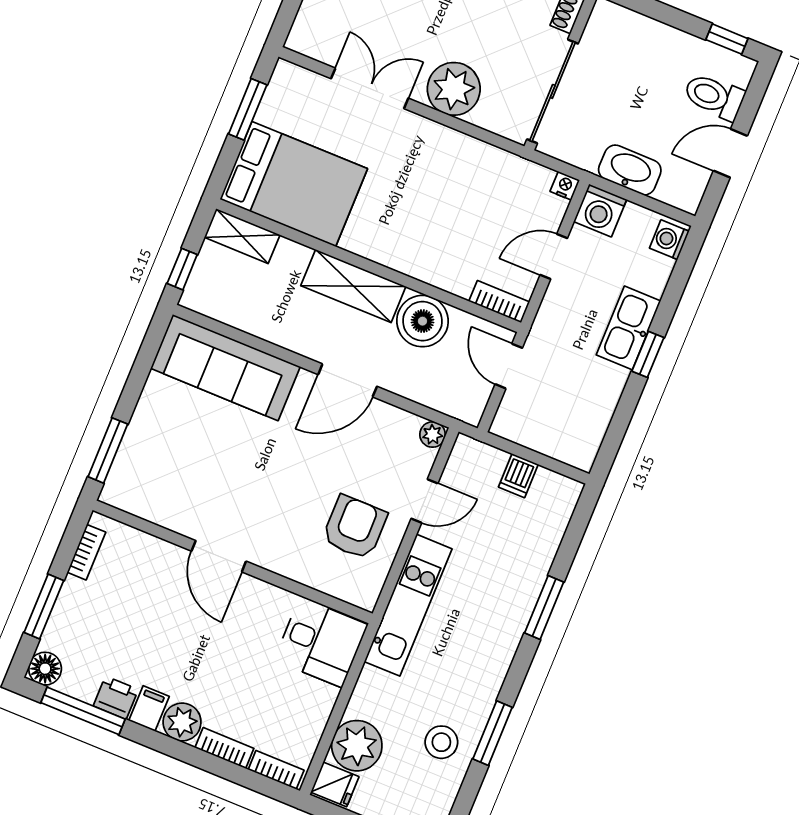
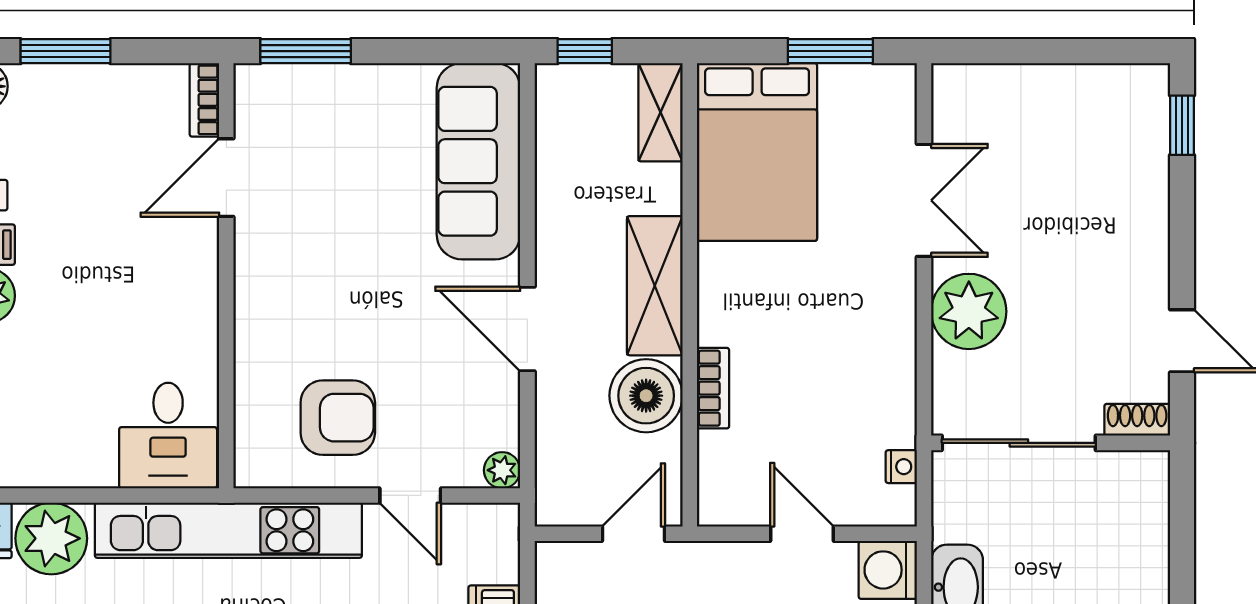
nightstand: (565, 186) -> (901, 467), moved
bookcase: (499, 302) -> (713, 388), moved
bookcase: (86, 552) -> (204, 100), moved, turned 90
door: (219, 556) -> (226, 178), moved
kitchen unit: (408, 605) -> (228, 530), width x1.36

